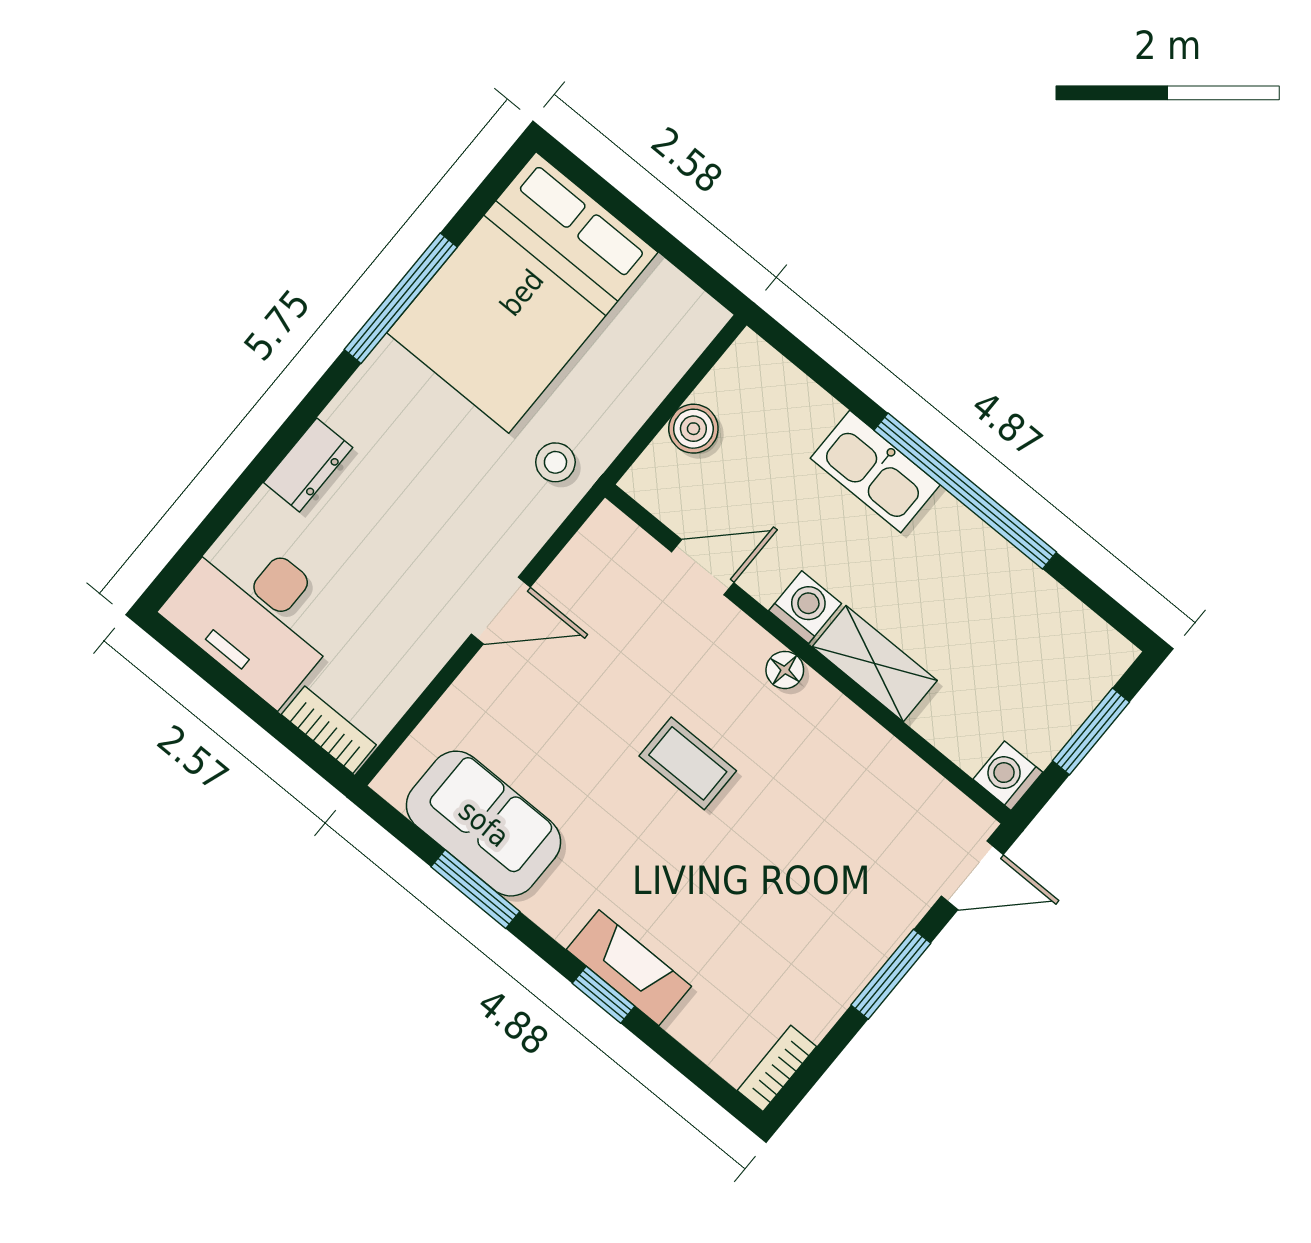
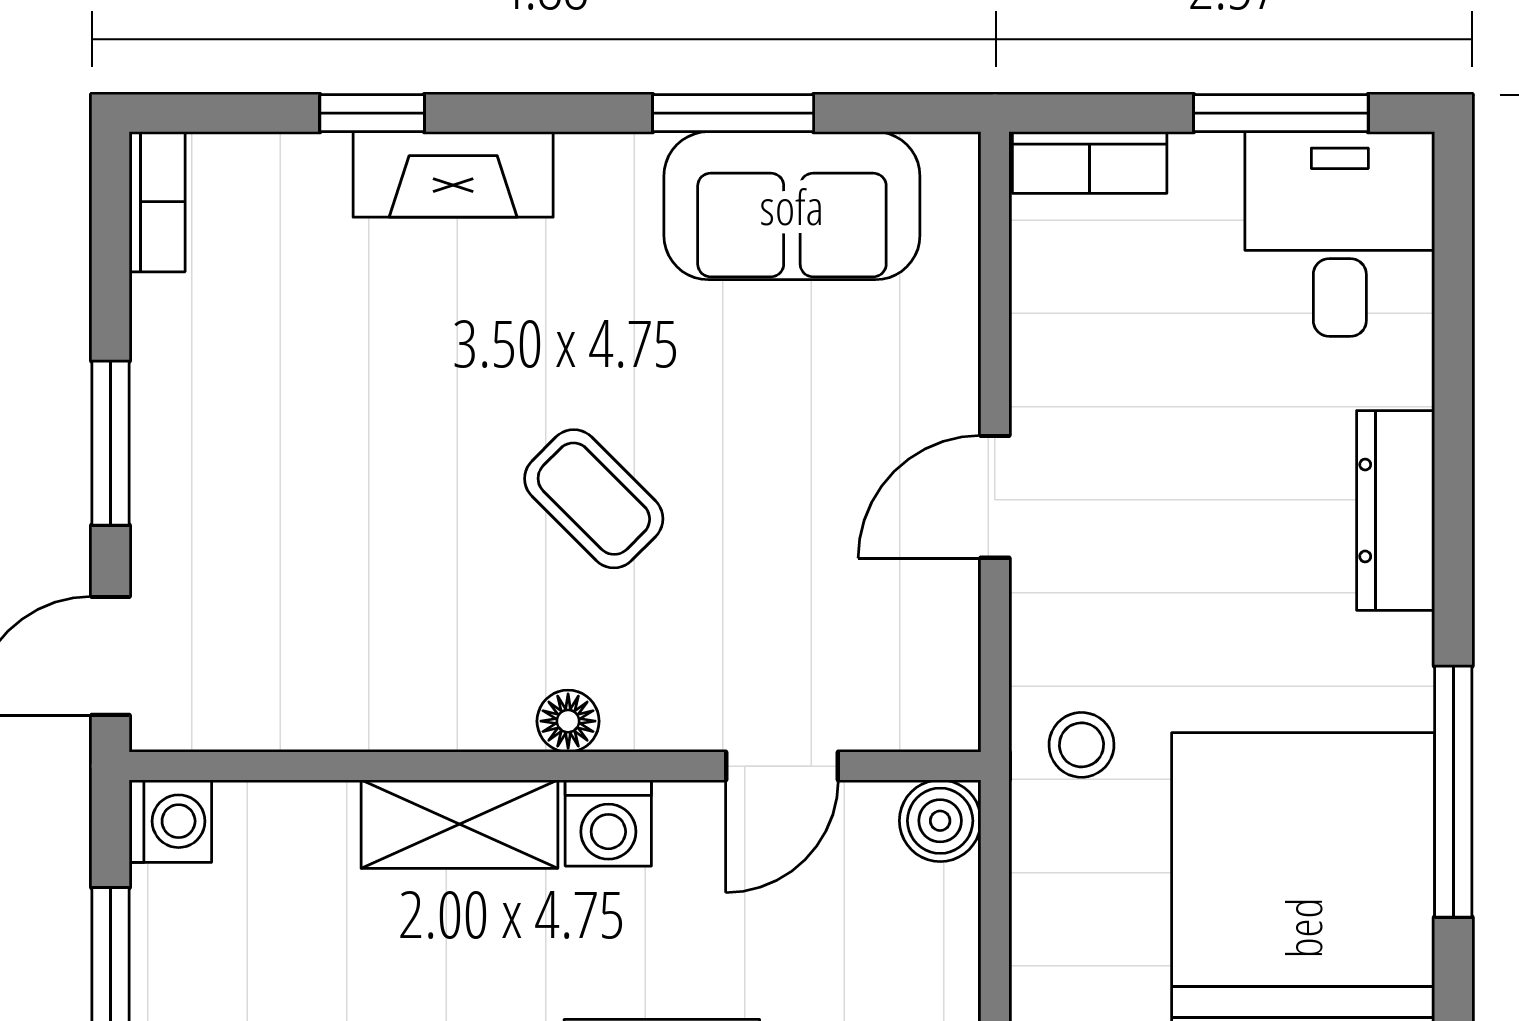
boiler: (693, 429) -> (940, 821), moved
dresser: (308, 465) -> (1396, 510), width x1.44
desk: (256, 614) -> (1340, 234), width x0.73
window: (221, 679) -> (1281, 113), added
coffee table: (688, 763) -> (594, 499), turned 45
window: (604, 995) -> (372, 113), moved

